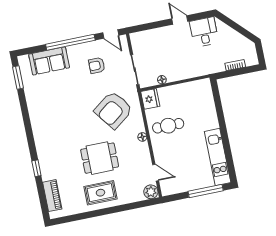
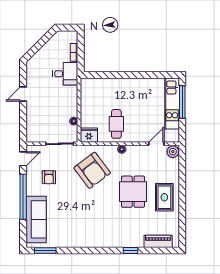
desk: (204, 32) -> (65, 74), moved, turned 180
sofa: (49, 61) -> (36, 219), width x1.36
kitchen unit: (218, 157) -> (172, 103), moved, turned 90

